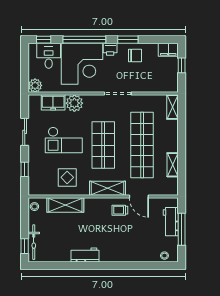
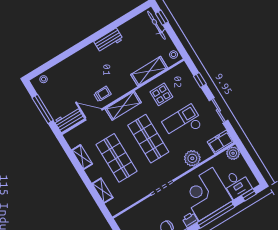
freezer: (53, 102) -> (221, 142), moved
shelving: (173, 107) -> (103, 191), moved
shop shelf: (142, 145) -> (117, 158), width x0.71
workbench: (171, 222) -> (69, 120), moved, turned -90

